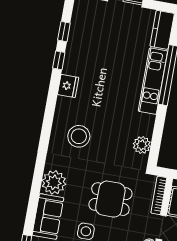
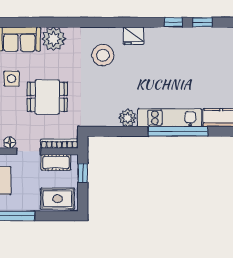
fridge: (68, 86) -> (133, 36), moved
plant: (142, 145) -> (128, 118), moved
dining table: (110, 199) -> (47, 97), turned 90

